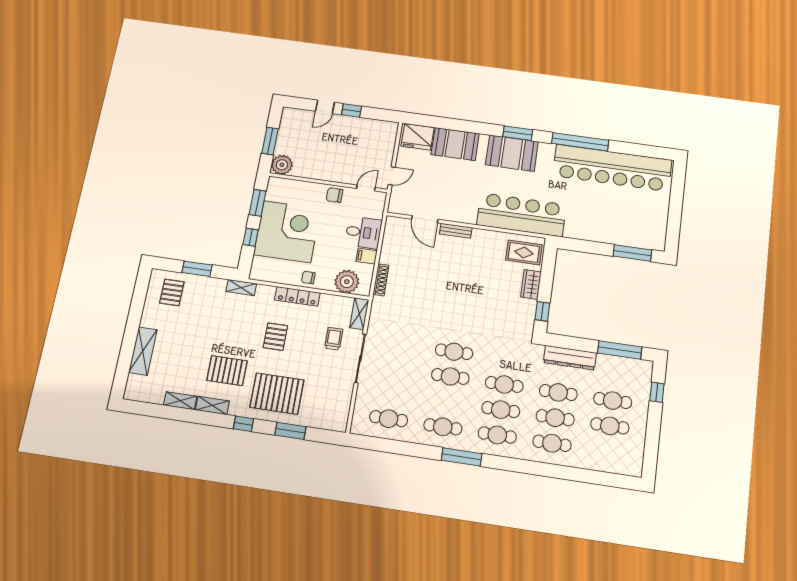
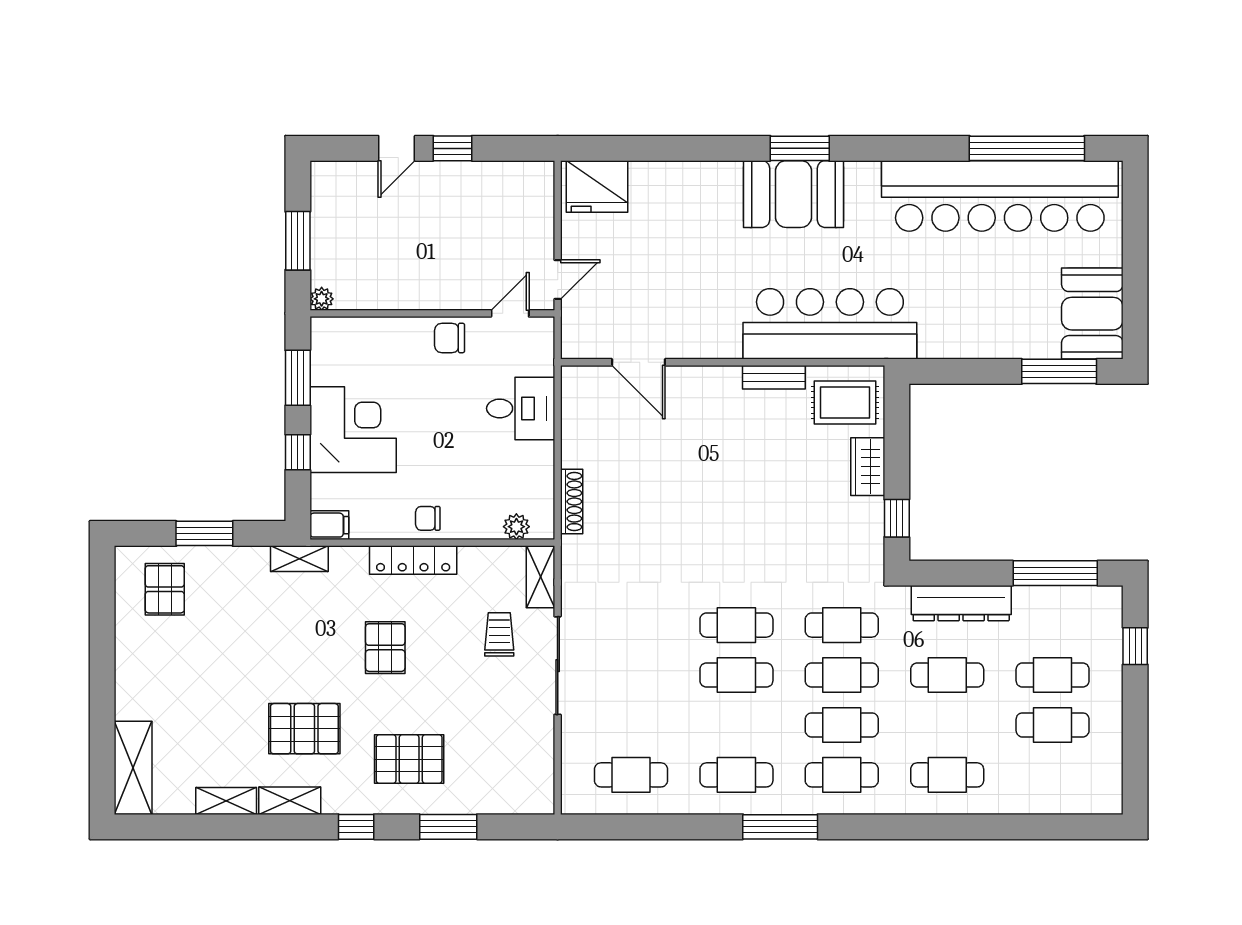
window: (580, 142) -> (1027, 148), moved
booth: (455, 144) -> (1092, 314), moved, turned 90
plant: (282, 165) -> (322, 299), width x0.53, depth x0.53
bench: (456, 231) -> (774, 377), moved
corner desk: (287, 232) -> (353, 430), width x0.74, depth x0.74
filing cabinet: (367, 256) -> (329, 525), moved, turned 180
plant: (347, 282) -> (516, 527), width x0.53, depth x0.53
shelving: (143, 351) -> (133, 768), moved
pallet: (277, 394) -> (409, 759), width x0.73, depth x0.71
cafe table: (555, 418) -> (842, 625), moved

